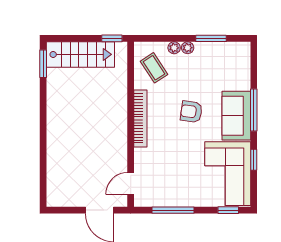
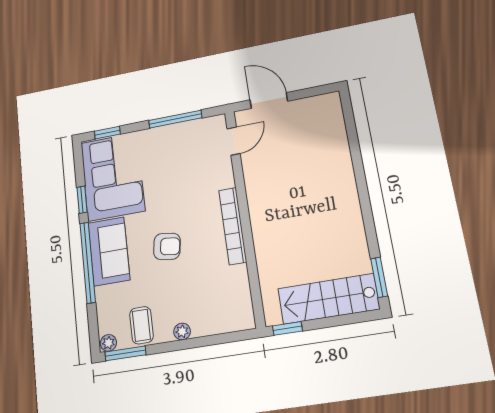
window: (211, 38) -> (125, 353), moved
plant: (174, 48) -> (108, 343), moved
coffee table: (154, 68) -> (141, 325), moved, turned 33
window: (254, 110) -> (88, 262), width x1.46

